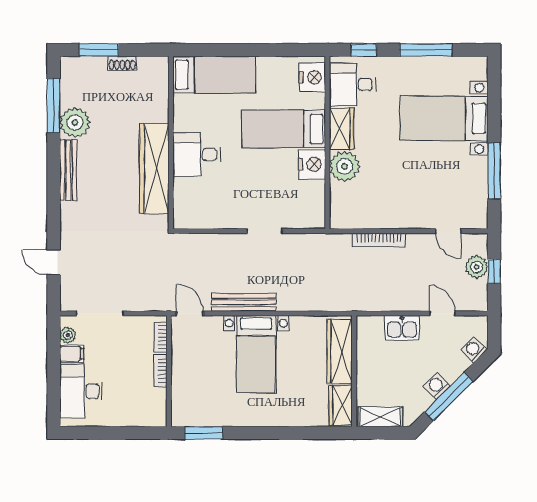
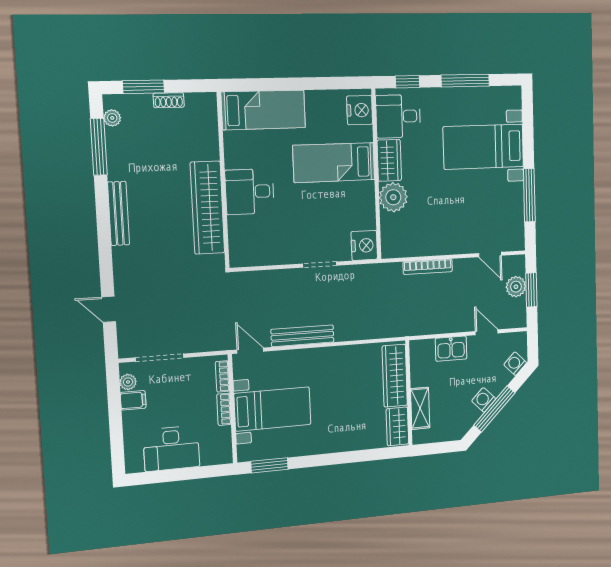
plant: (75, 122) -> (112, 118), moved, width x0.53, depth x0.53
nightstand: (312, 164) -> (364, 245), moved
window: (494, 272) -> (531, 290), width x1.50
bed with nightstands: (256, 354) -> (273, 409), moved, turned -90
desk: (81, 391) -> (171, 448), moved, turned -90
shelving: (380, 417) -> (420, 408), moved, turned 90

